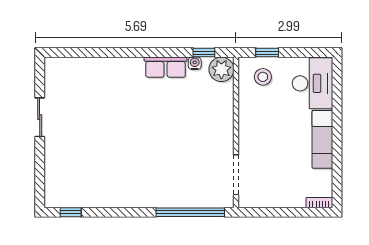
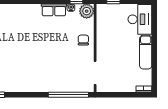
stool: (263, 77) -> (111, 15), removed
chair: (216, 119) -> (83, 40), added

